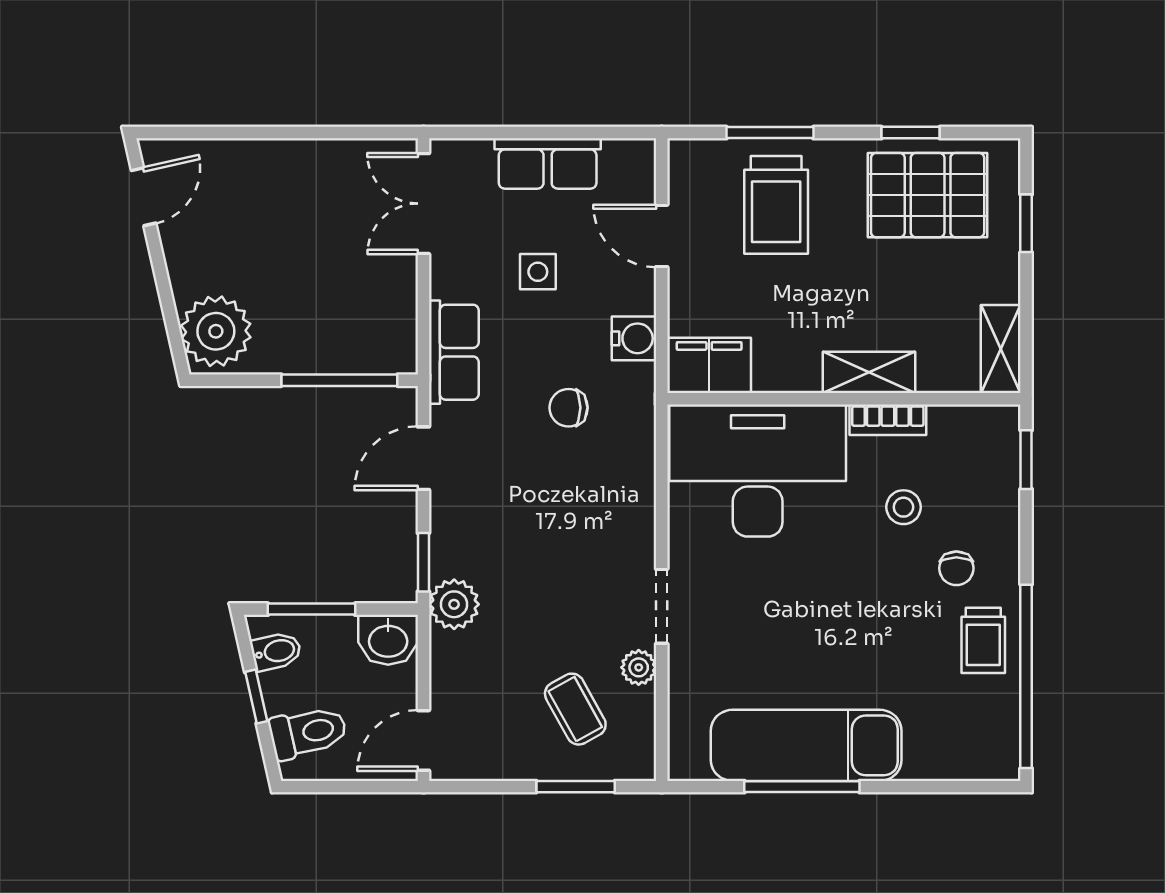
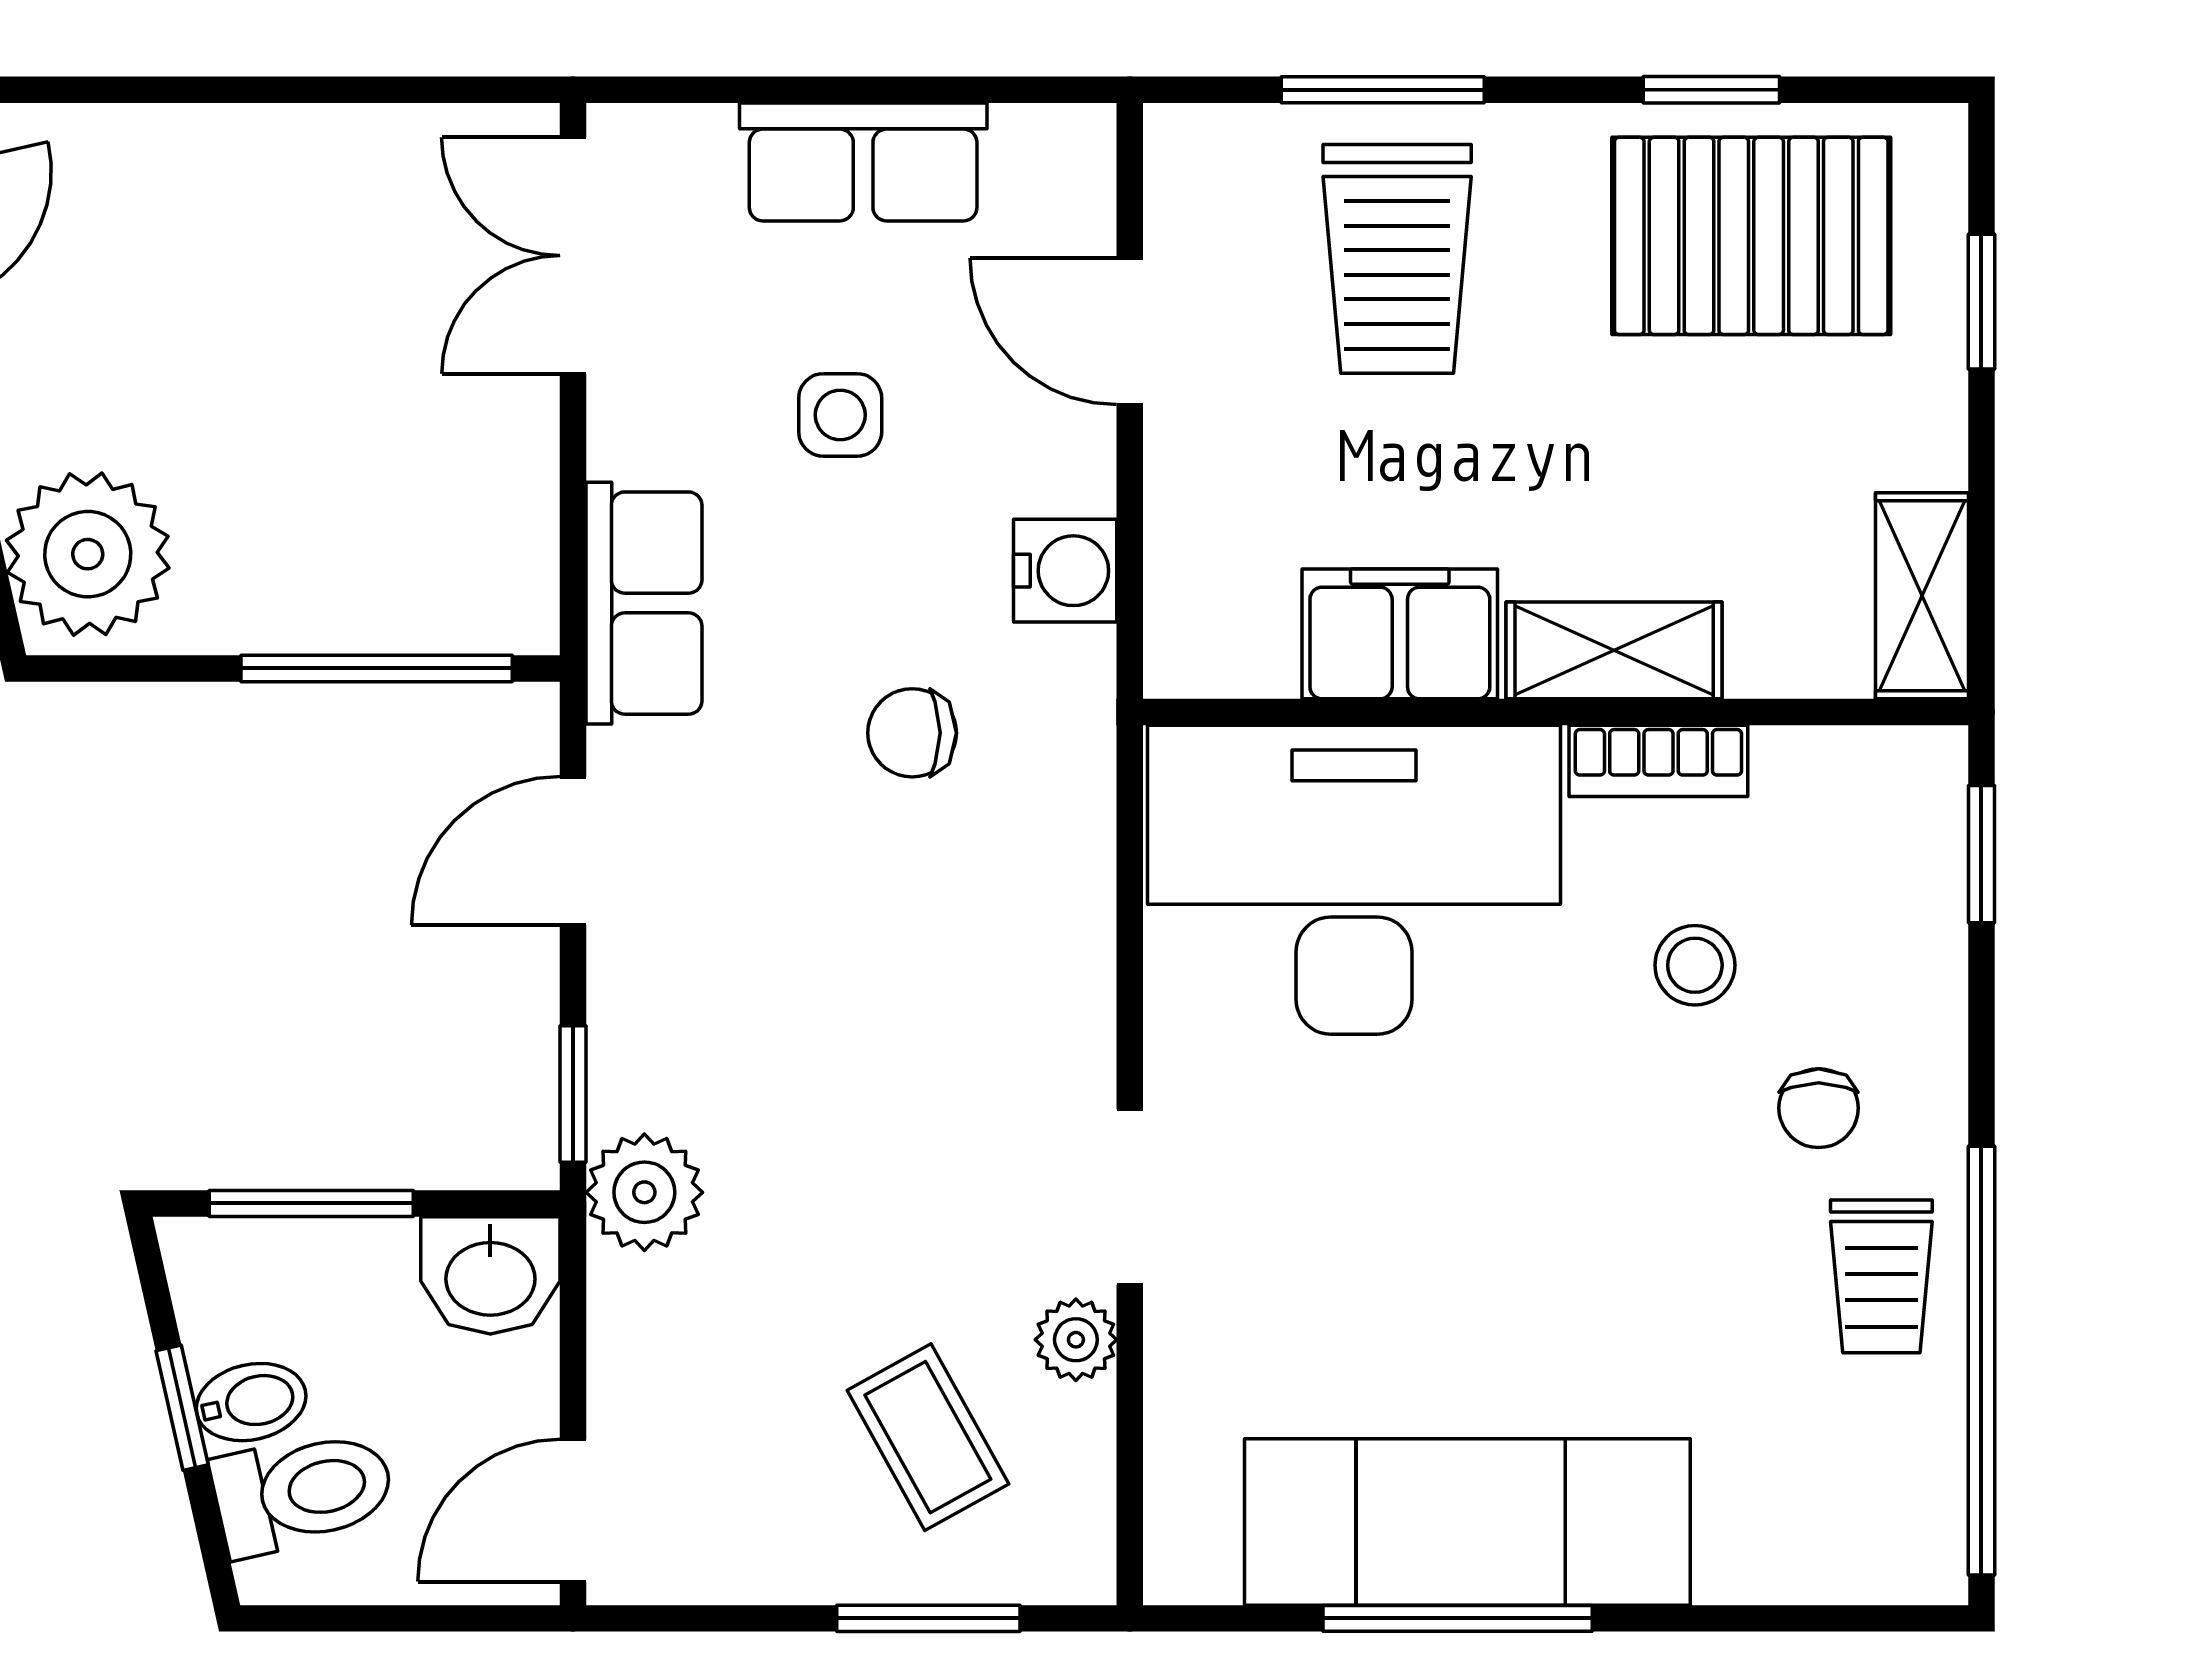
filing cabinet: (709, 365) -> (1400, 634), moved
bidet: (276, 651) -> (251, 1402), moved

